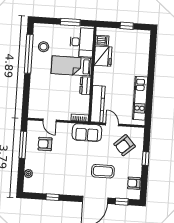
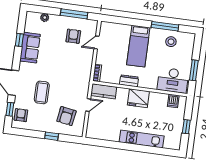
window: (29, 54) -> (165, 26), width x0.68
fridge: (103, 56) -> (138, 98), moved
bed: (72, 66) -> (138, 46), moved, turned 180
kitchen unit: (140, 98) -> (142, 139), moved
kitchen counter: (98, 104) -> (104, 91), width x0.67
sofa: (87, 133) -> (30, 48), moved, turned 180
armchair: (125, 145) -> (66, 116), turned -129
armchair: (134, 183) -> (21, 115), moved

